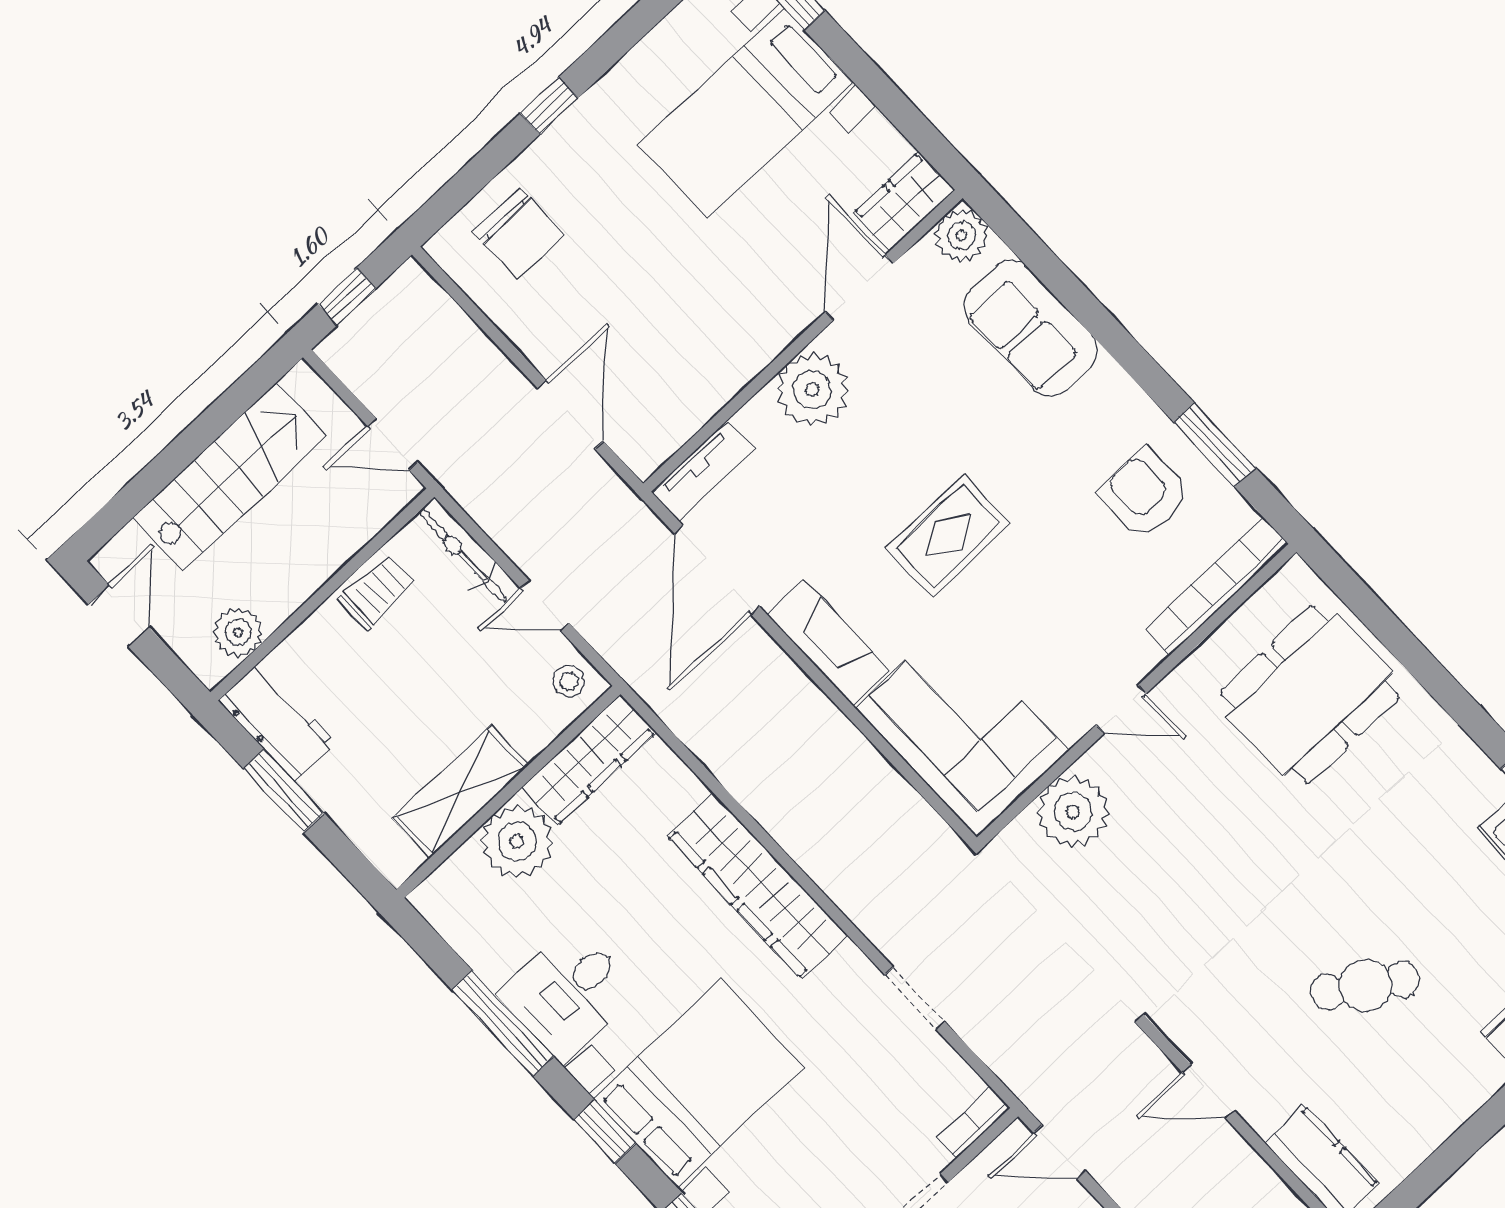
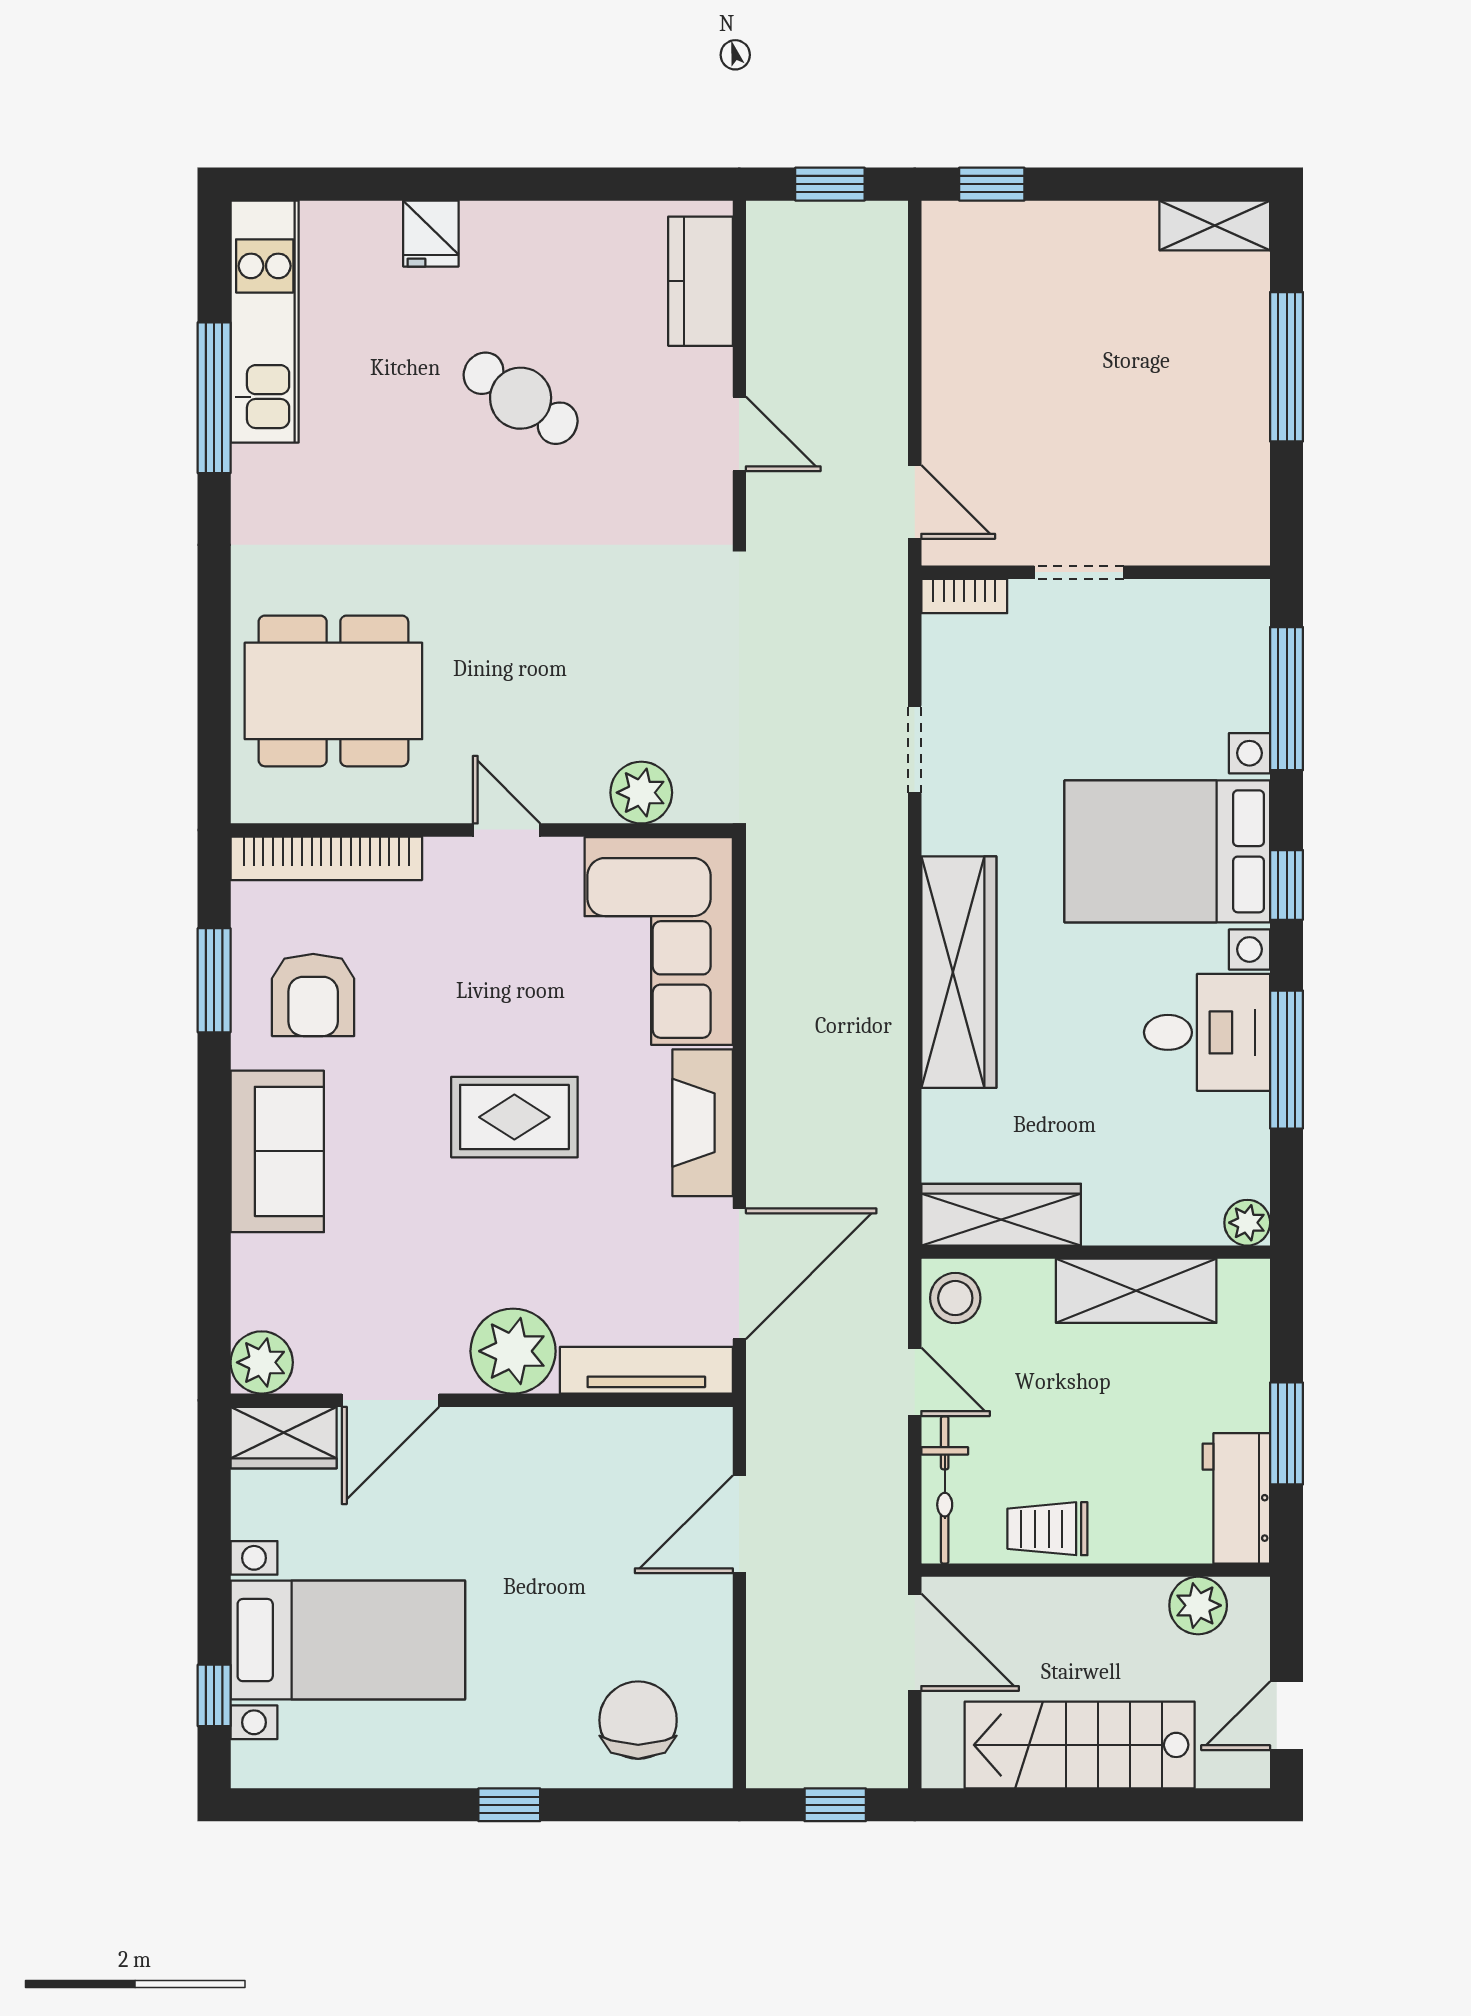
sofa: (1030, 328) -> (277, 1151), moved
door: (392, 444) -> (915, 1642), width x1.37
tv unit: (703, 470) -> (646, 1370), width x1.41
stool: (569, 681) -> (955, 1298), width x1.37, depth x1.37
plant: (1073, 812) -> (641, 793), width x0.73, depth x0.73
plant: (517, 842) -> (1247, 1223), moved, width x0.53, depth x0.53

